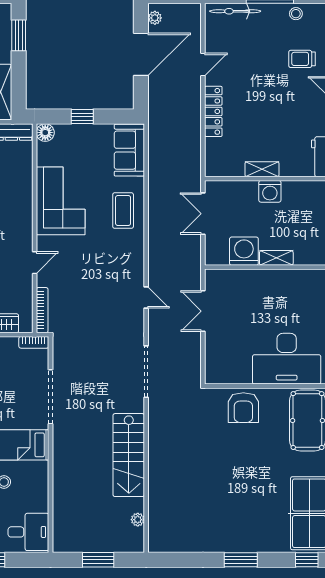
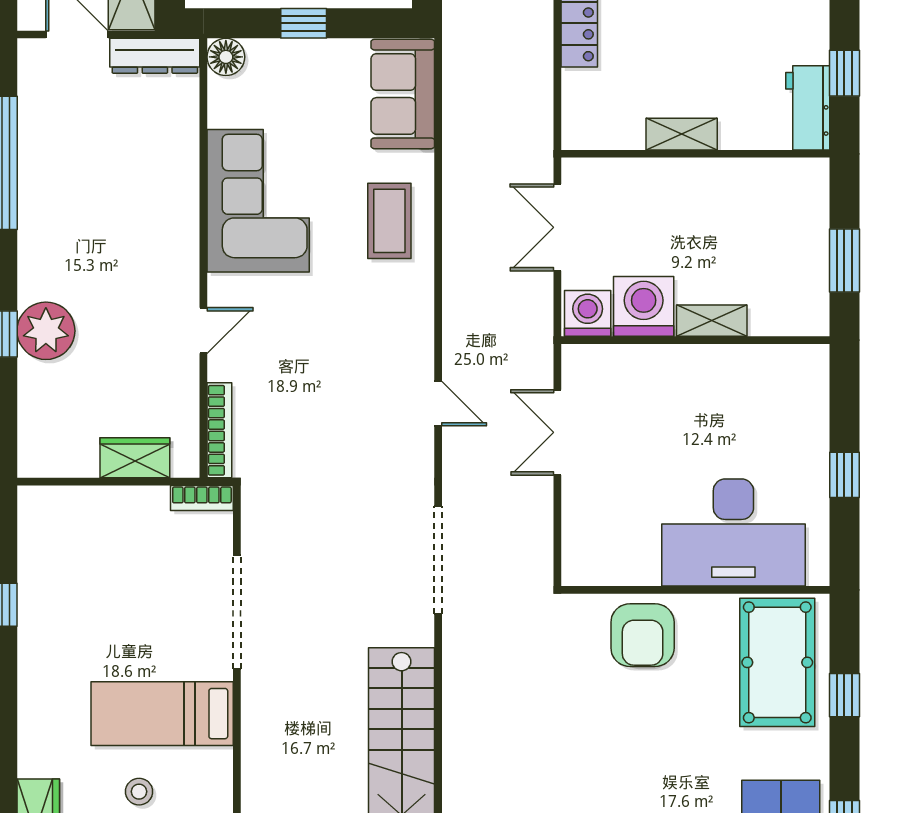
washing machine: (270, 191) -> (588, 313), moved, turned 180

